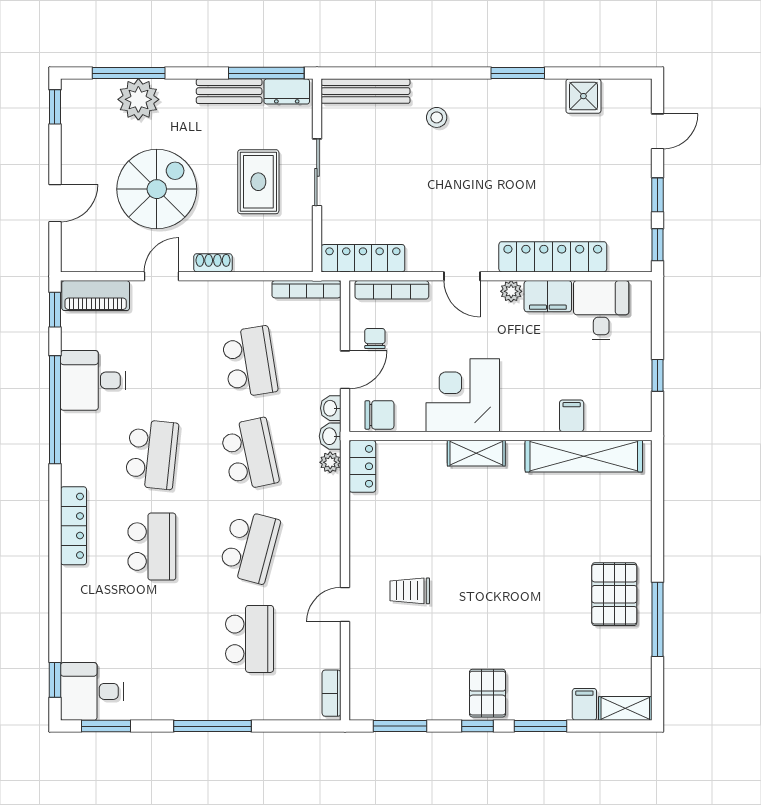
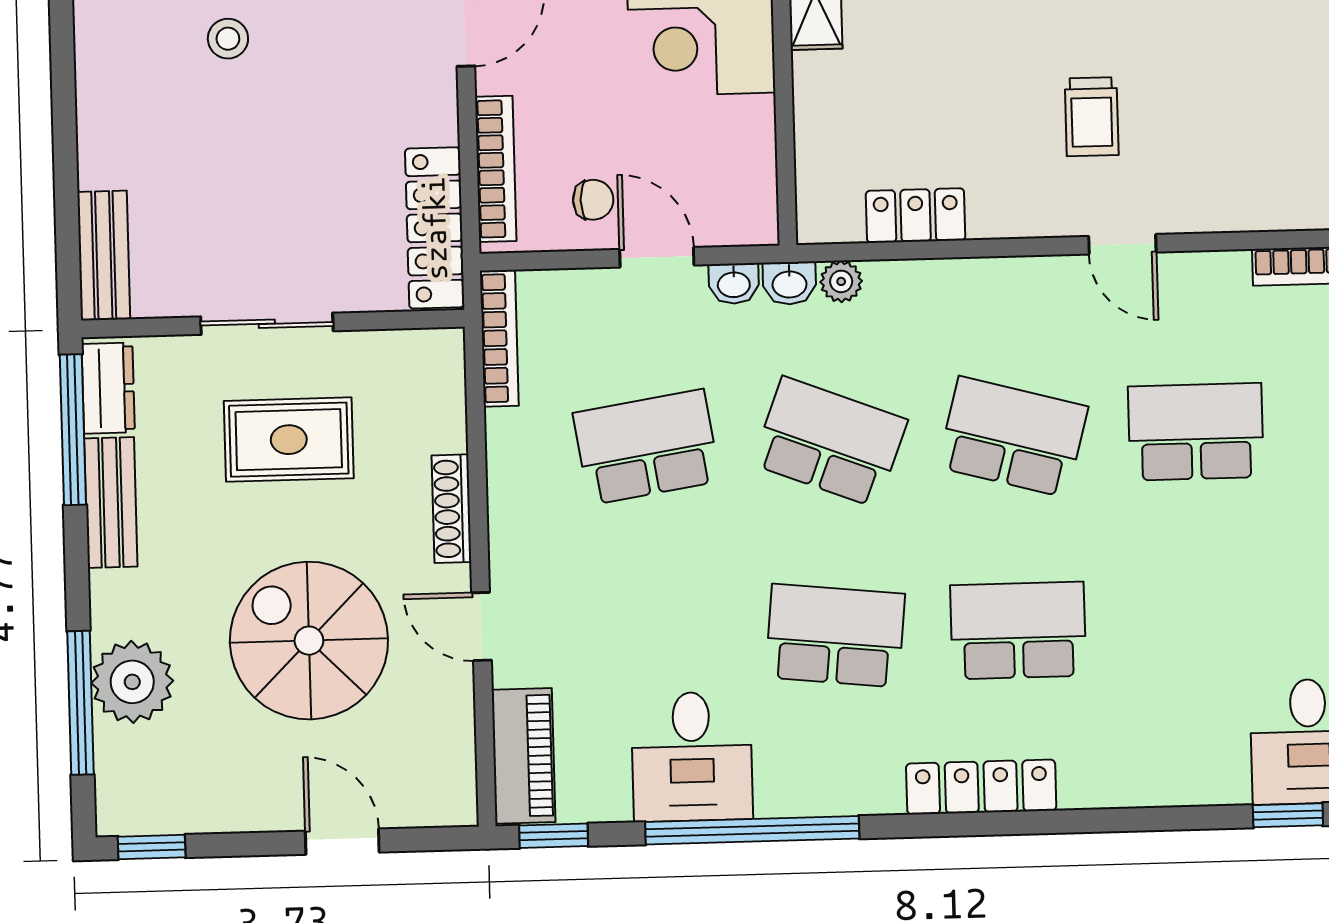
bench: (365, 91) -> (104, 256), width x0.73
stool: (437, 117) -> (228, 39), moved
shoe rack: (213, 263) -> (452, 509), width x1.43
chair: (375, 339) -> (593, 200), turned 180
chair: (379, 415) -> (744, 187), removed
school desk: (250, 454) -> (830, 442), turned 33
locker: (362, 466) -> (916, 216), moved

